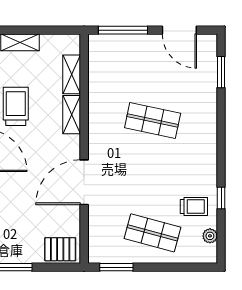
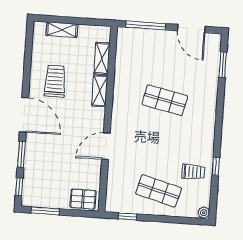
door: (84, 182) -> (106, 146), width x0.73
plant: (210, 236) -> (204, 213), moved
window: (116, 267) -> (127, 216), width x0.67

